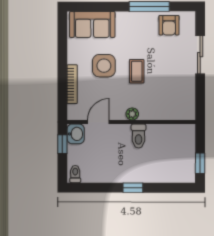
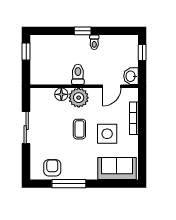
sliding door: (200, 55) -> (26, 128), moved
floor lamp: (158, 112) -> (61, 94), added
plant: (132, 114) -> (79, 98), width x1.87, depth x1.87
window: (62, 144) -> (142, 52), moved
toilet: (75, 174) -> (94, 42), moved

